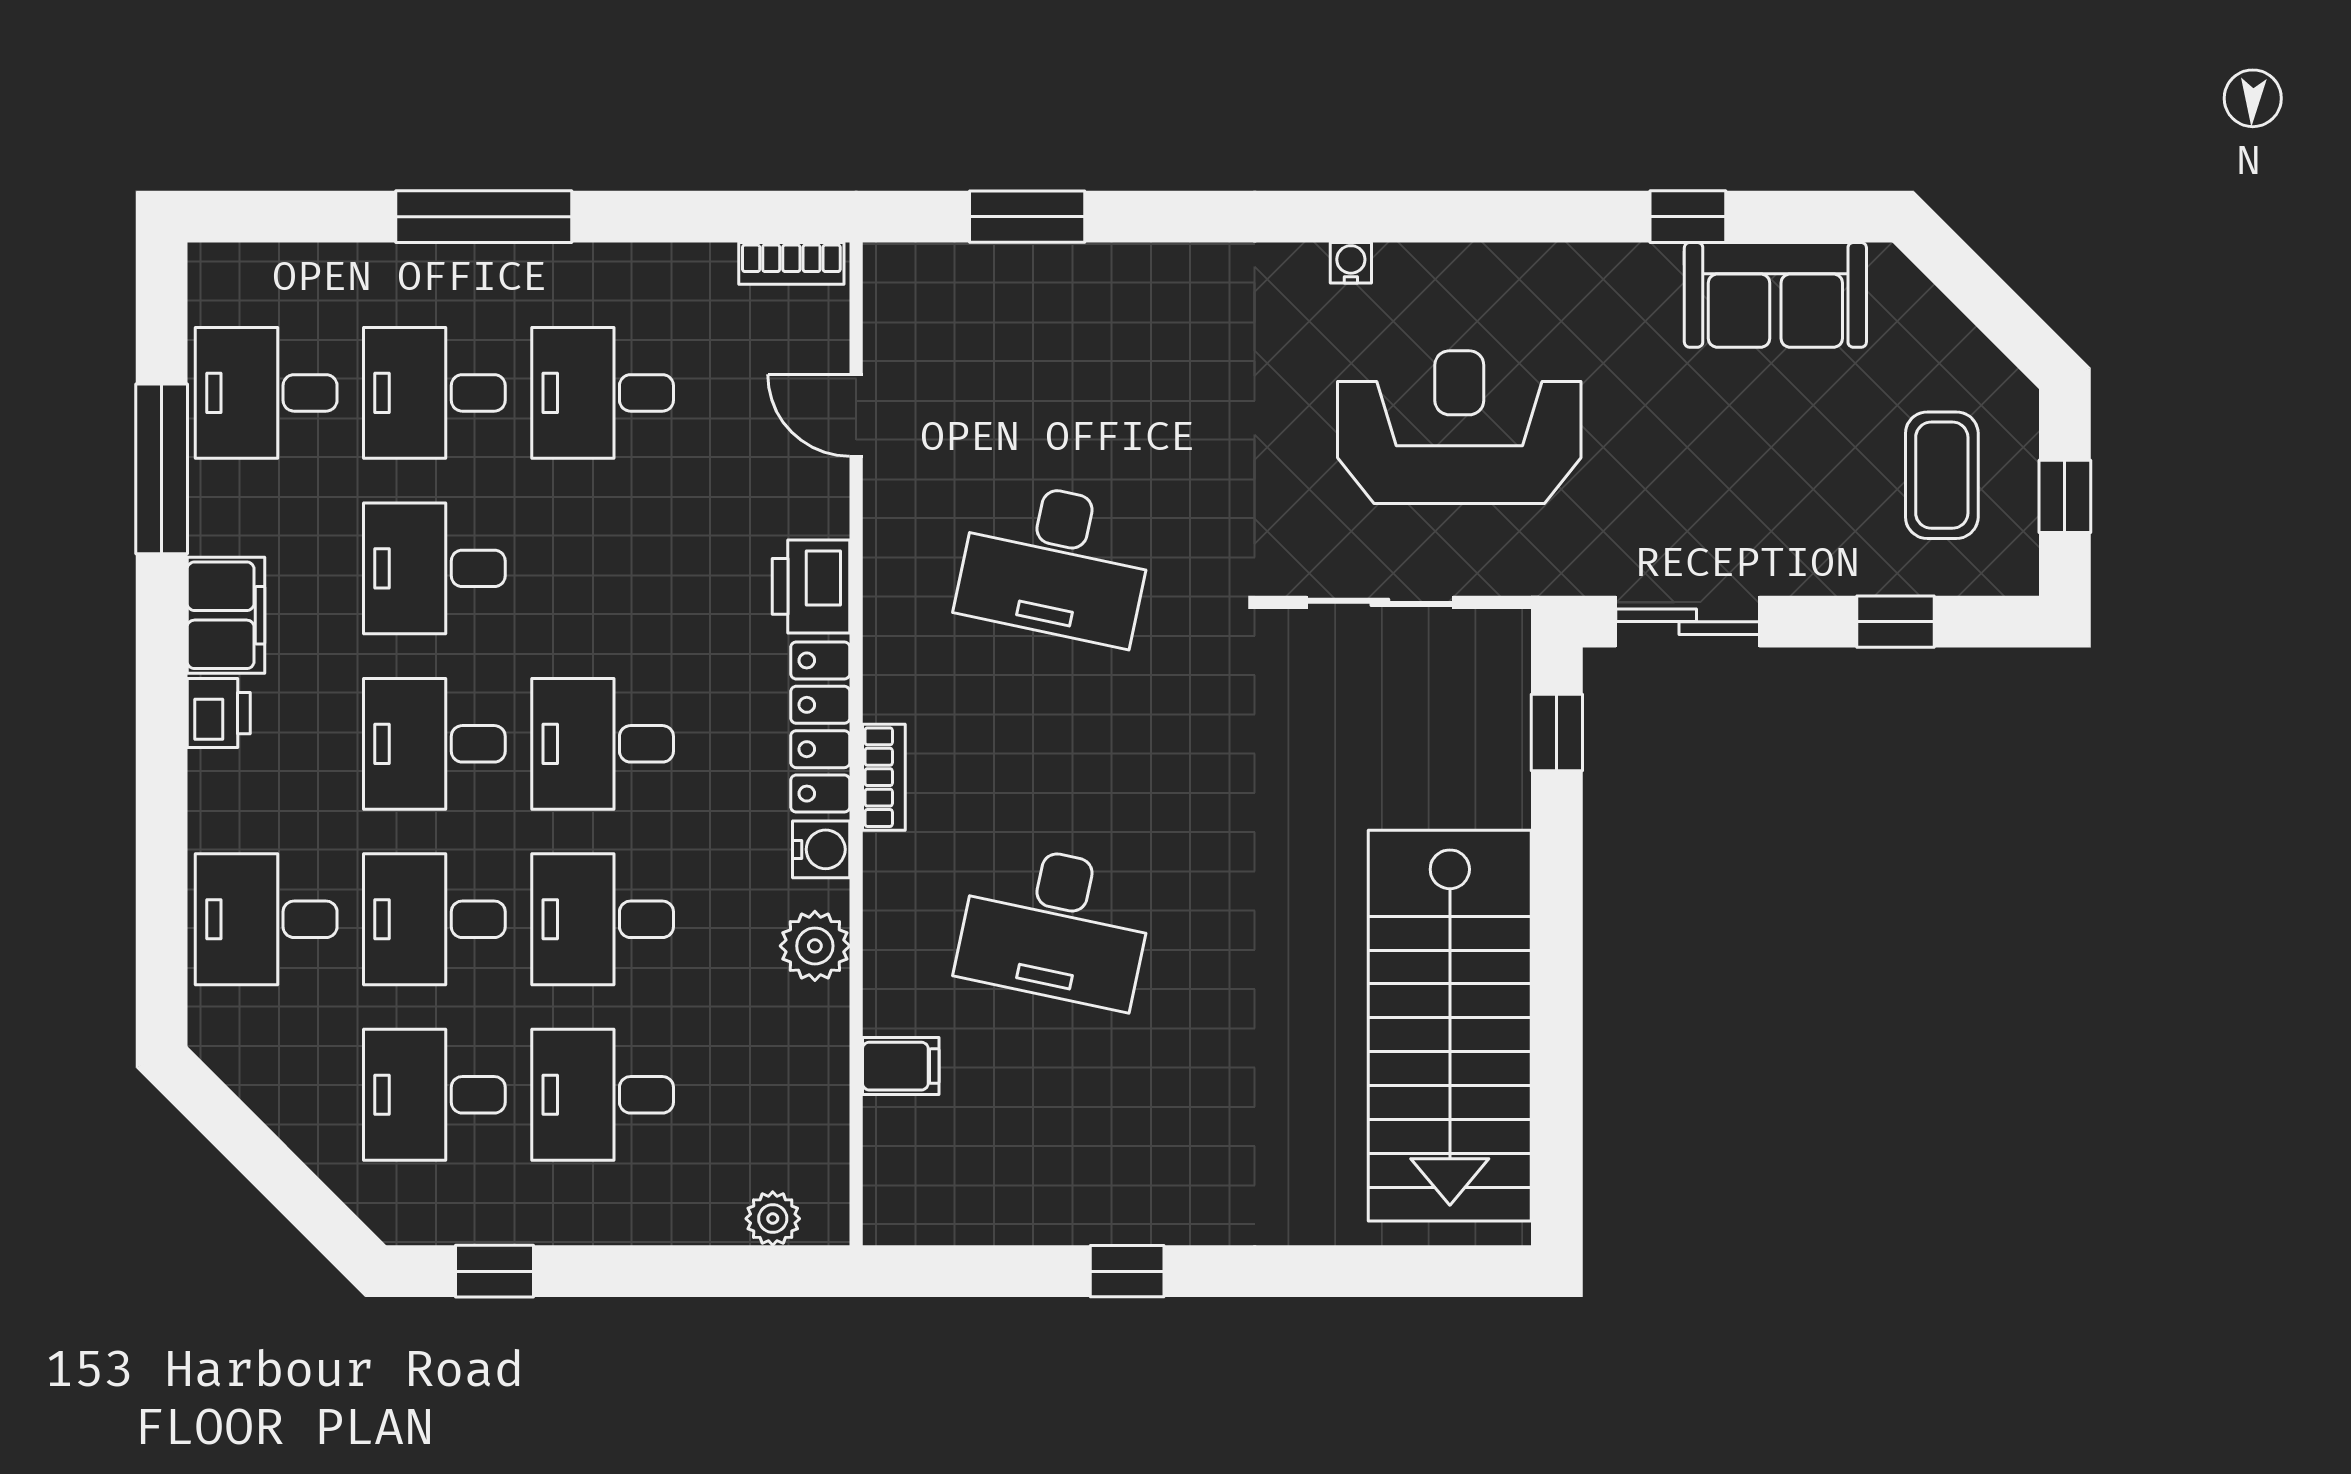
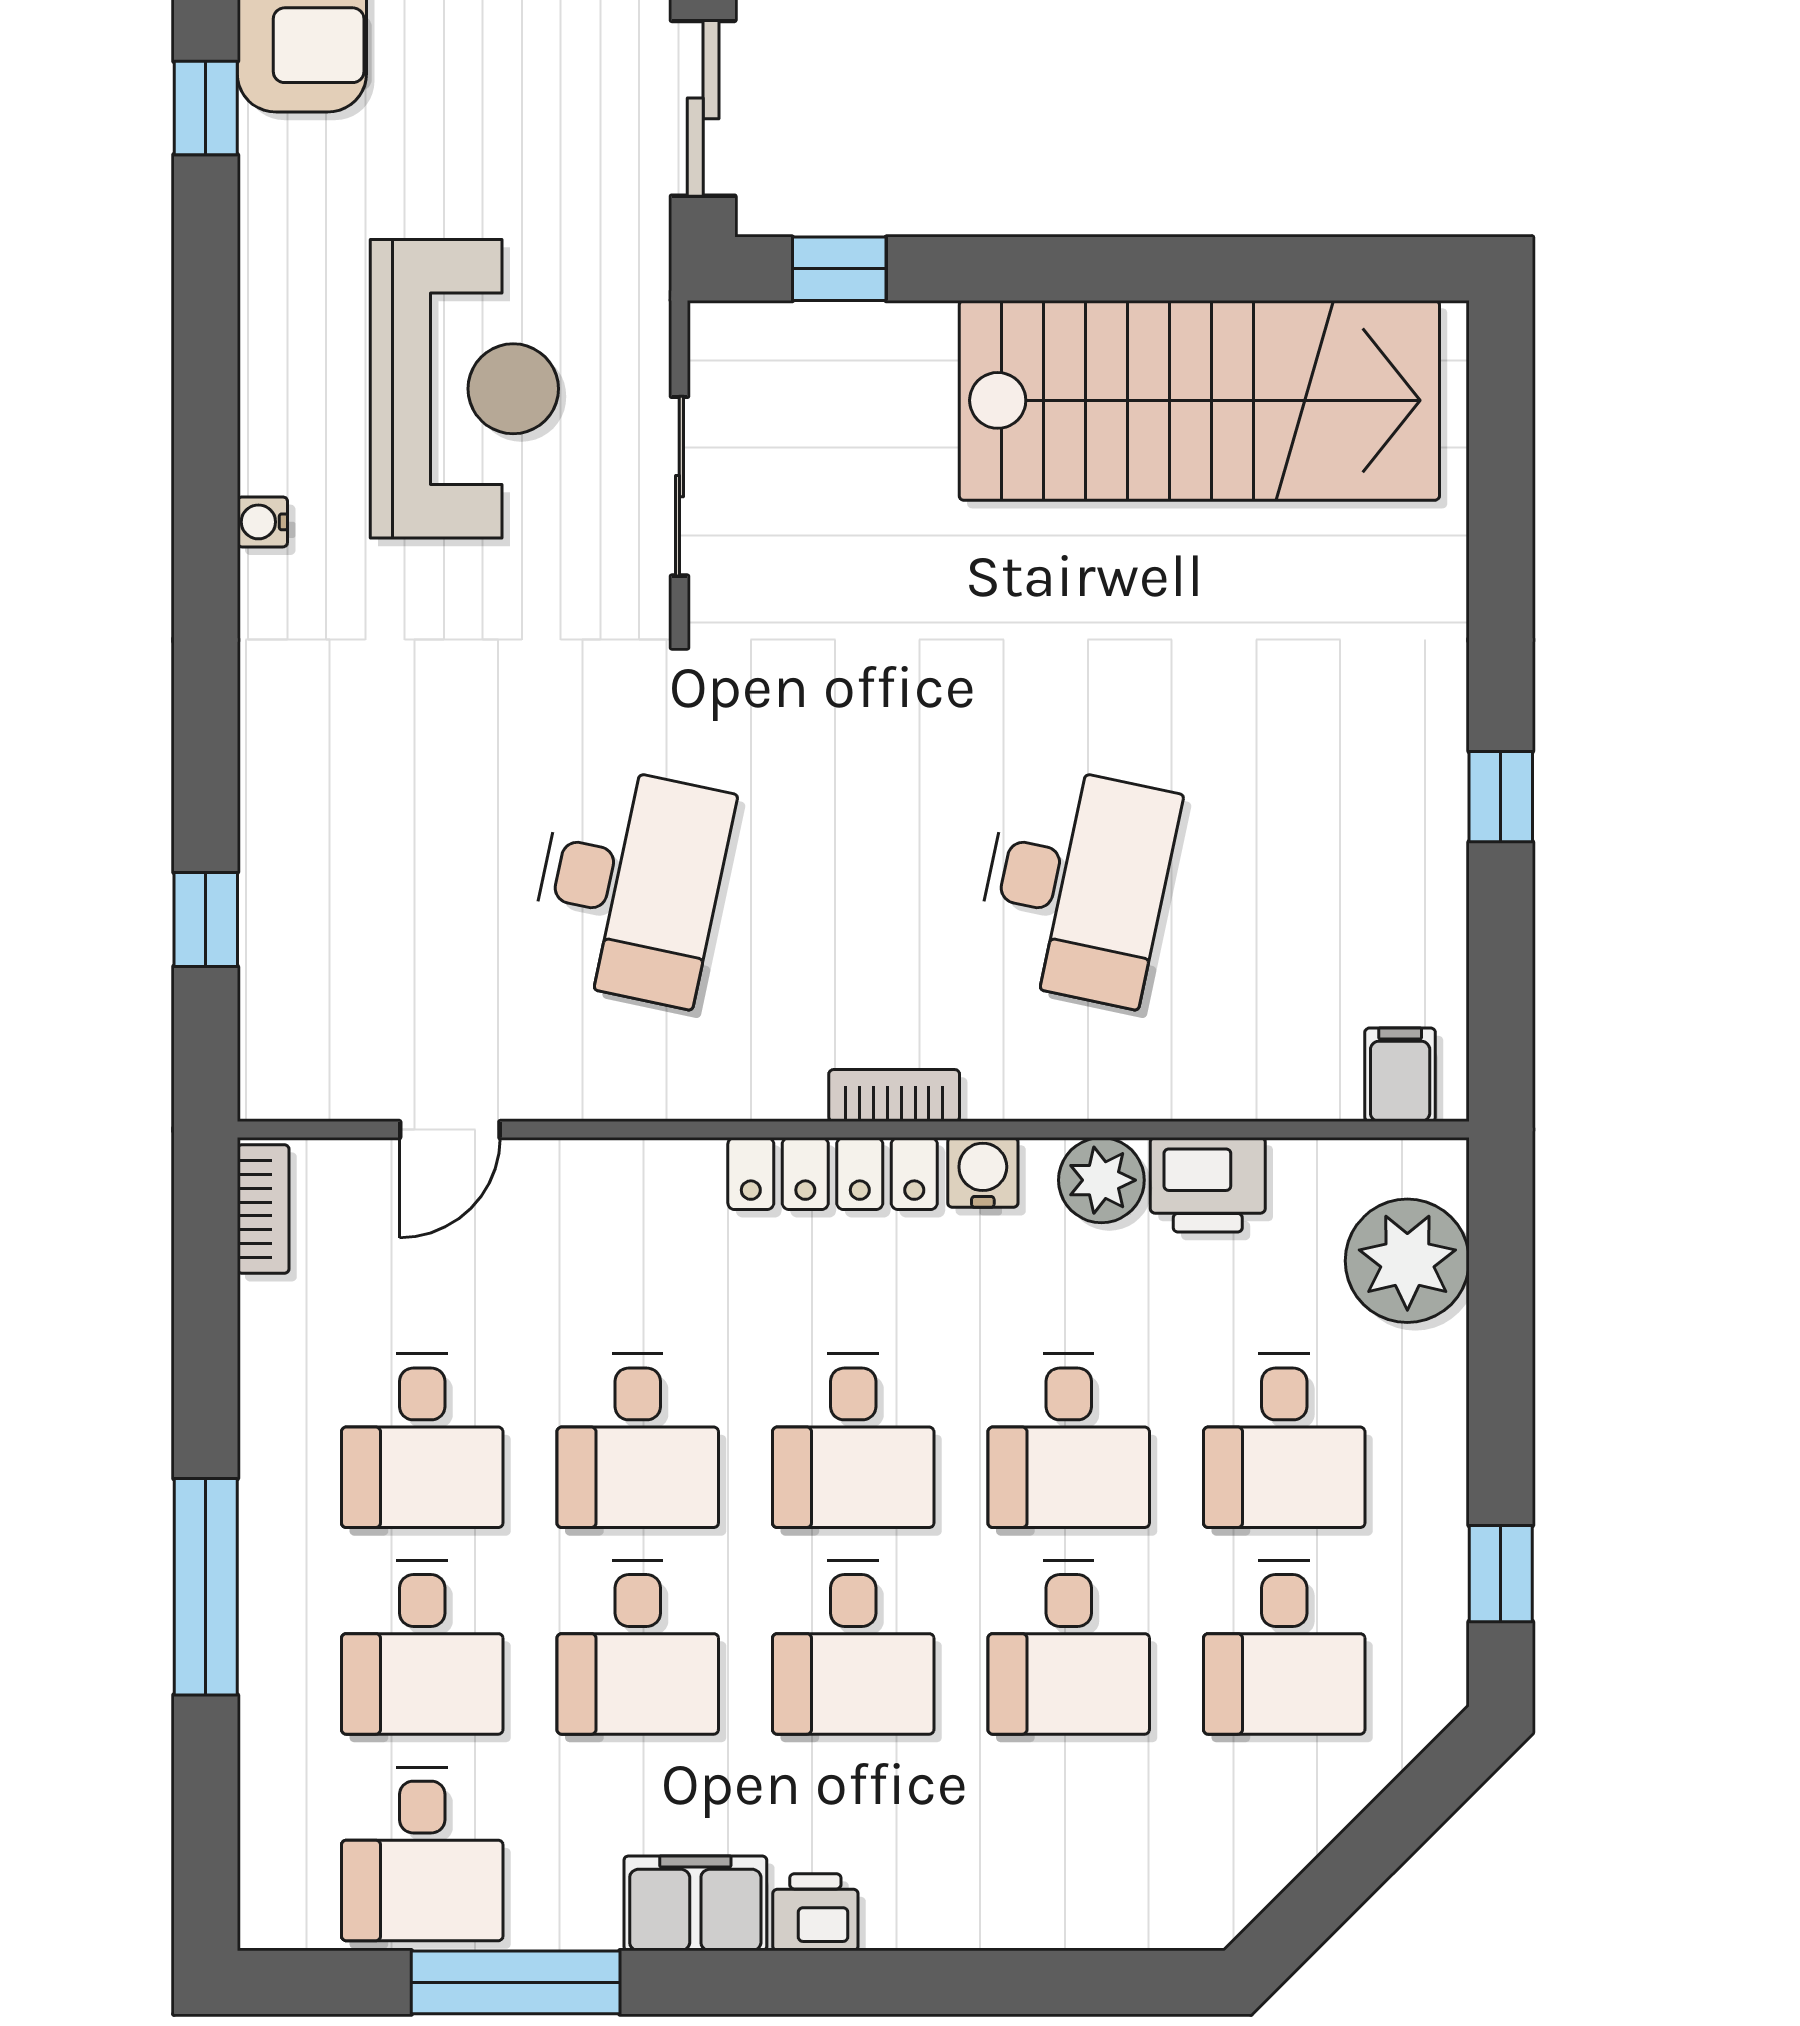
window: (1027, 217) -> (206, 919), width x0.67
reception desk: (1459, 427) -> (464, 389), turned 180
printer: (811, 586) -> (1208, 1185), moved
desk: (266, 919) -> (638, 1441), moved
filing cabinet: (901, 1066) -> (1400, 1075), moved
plant: (773, 1219) -> (1407, 1261), width x1.88, depth x1.88

